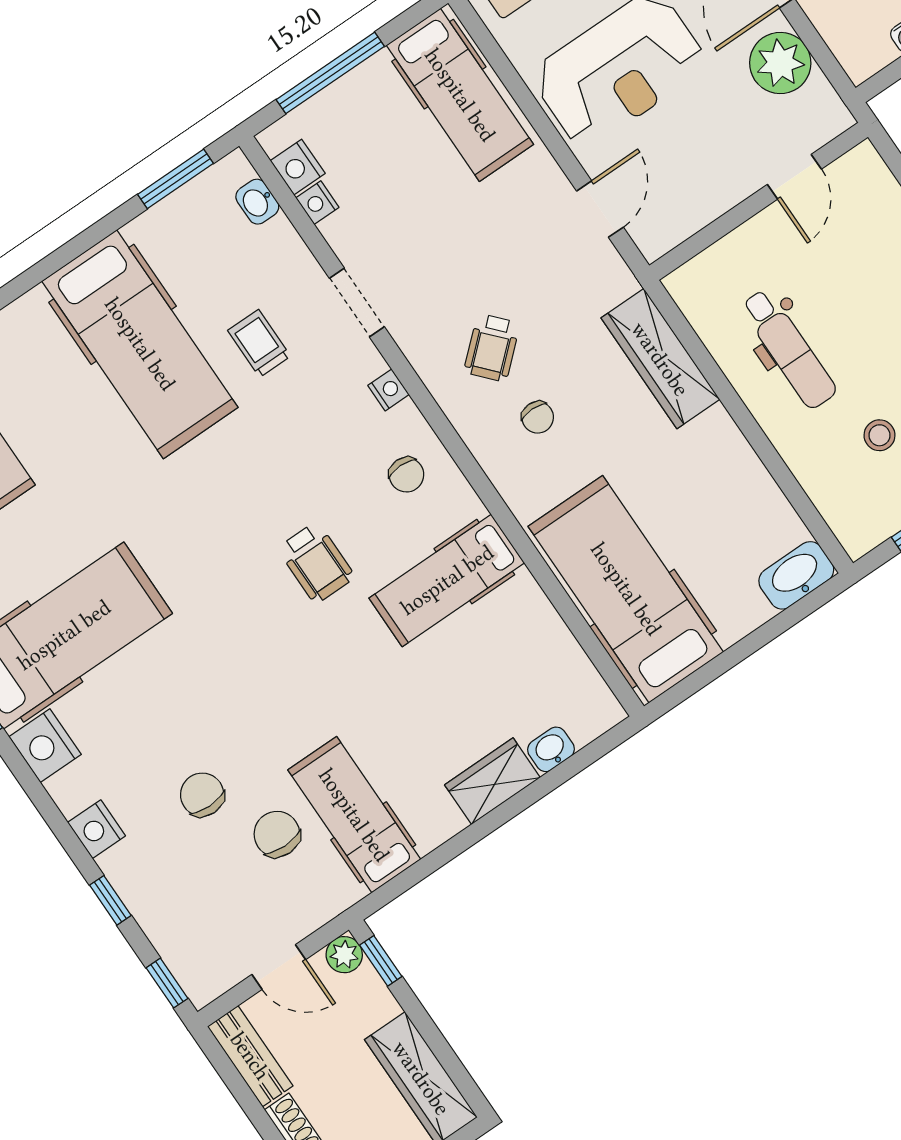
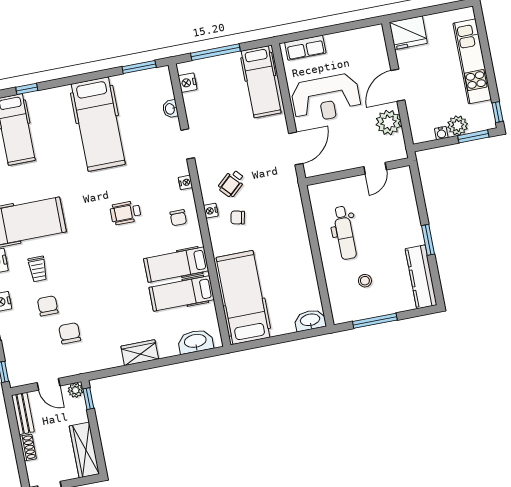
washbasin: (257, 202) -> (170, 109), moved
nightstand: (317, 203) -> (211, 211), moved
door: (600, 209) -> (296, 148), width x1.38
trolley: (259, 343) -> (38, 269), moved, turned 180
wardrobe: (660, 359) -> (294, 215), removed
chair: (538, 417) -> (238, 217), turned 102
wheelchair: (316, 563) -> (125, 213), moved, turned 90
washbasin: (551, 749) -> (195, 341), width x1.91, depth x1.45
wardrobe: (492, 781) -> (140, 353), moved
hospital bed: (354, 815) -> (182, 293), moved, turned -90

